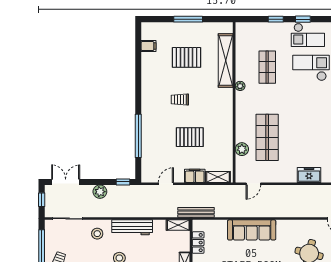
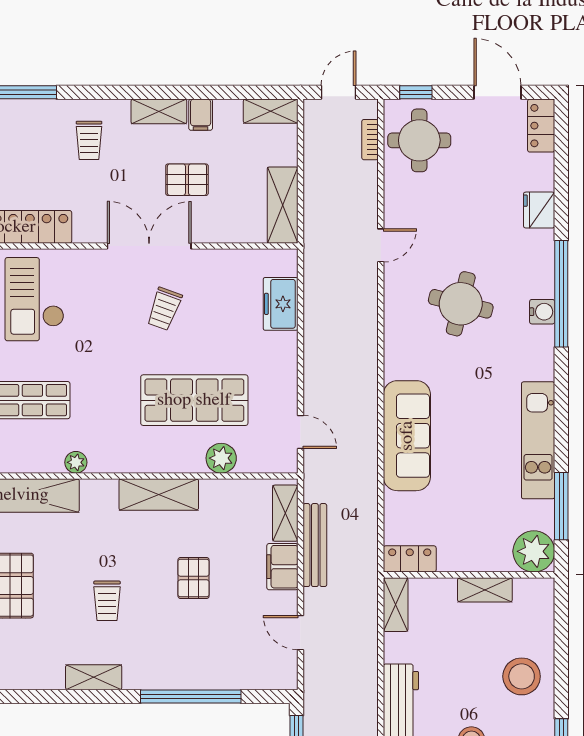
shelving: (147, 94) -> (94, 677), added
shelving: (226, 122) -> (159, 495), added
trolley: (307, 124) -> (164, 309), added
pallet: (190, 137) -> (194, 578), width x0.67, depth x0.71
bench: (196, 212) -> (315, 545), moved
locker: (198, 243) -> (410, 559), moved

